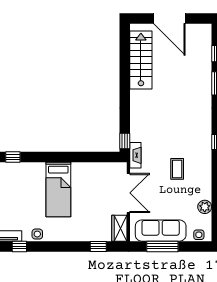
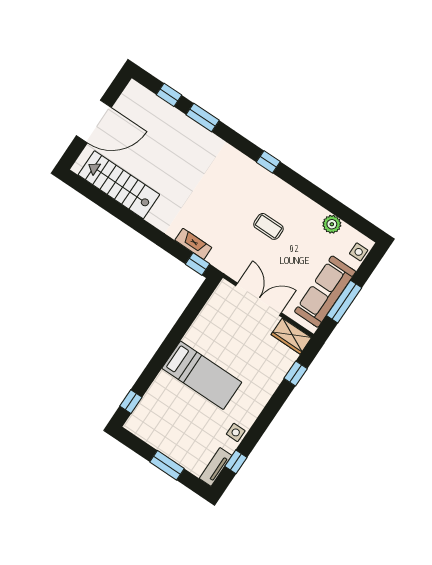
fireplace: (135, 155) -> (193, 244), moved

